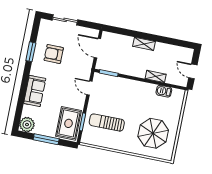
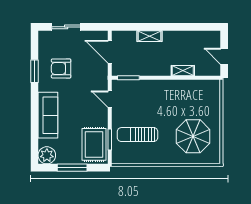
shelving: (144, 44) -> (150, 36), moved
sofa: (35, 91) -> (48, 115), width x1.36
barbecue: (164, 91) -> (196, 86), removed

